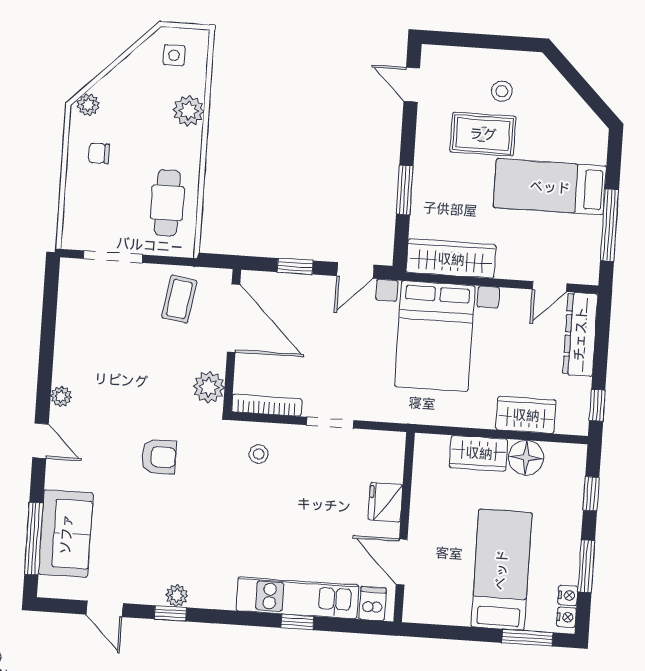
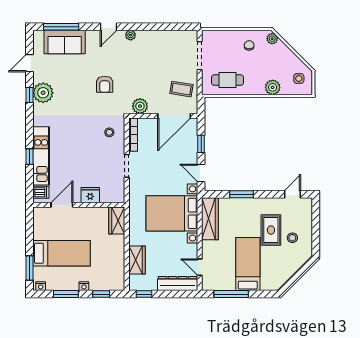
wardrobe: (479, 453) -> (117, 221), moved
floor lamp: (526, 458) -> (116, 262), removed
nightstand: (568, 595) -> (84, 286), moved
plant: (177, 596) -> (43, 93), width x1.87, depth x1.87

